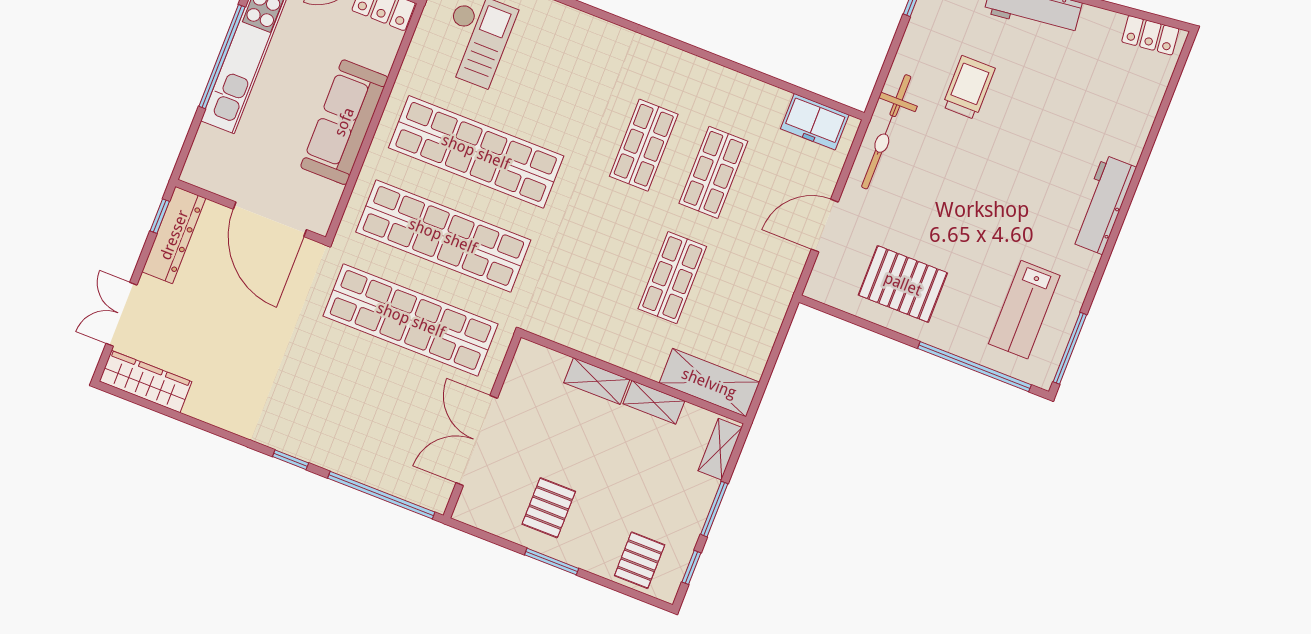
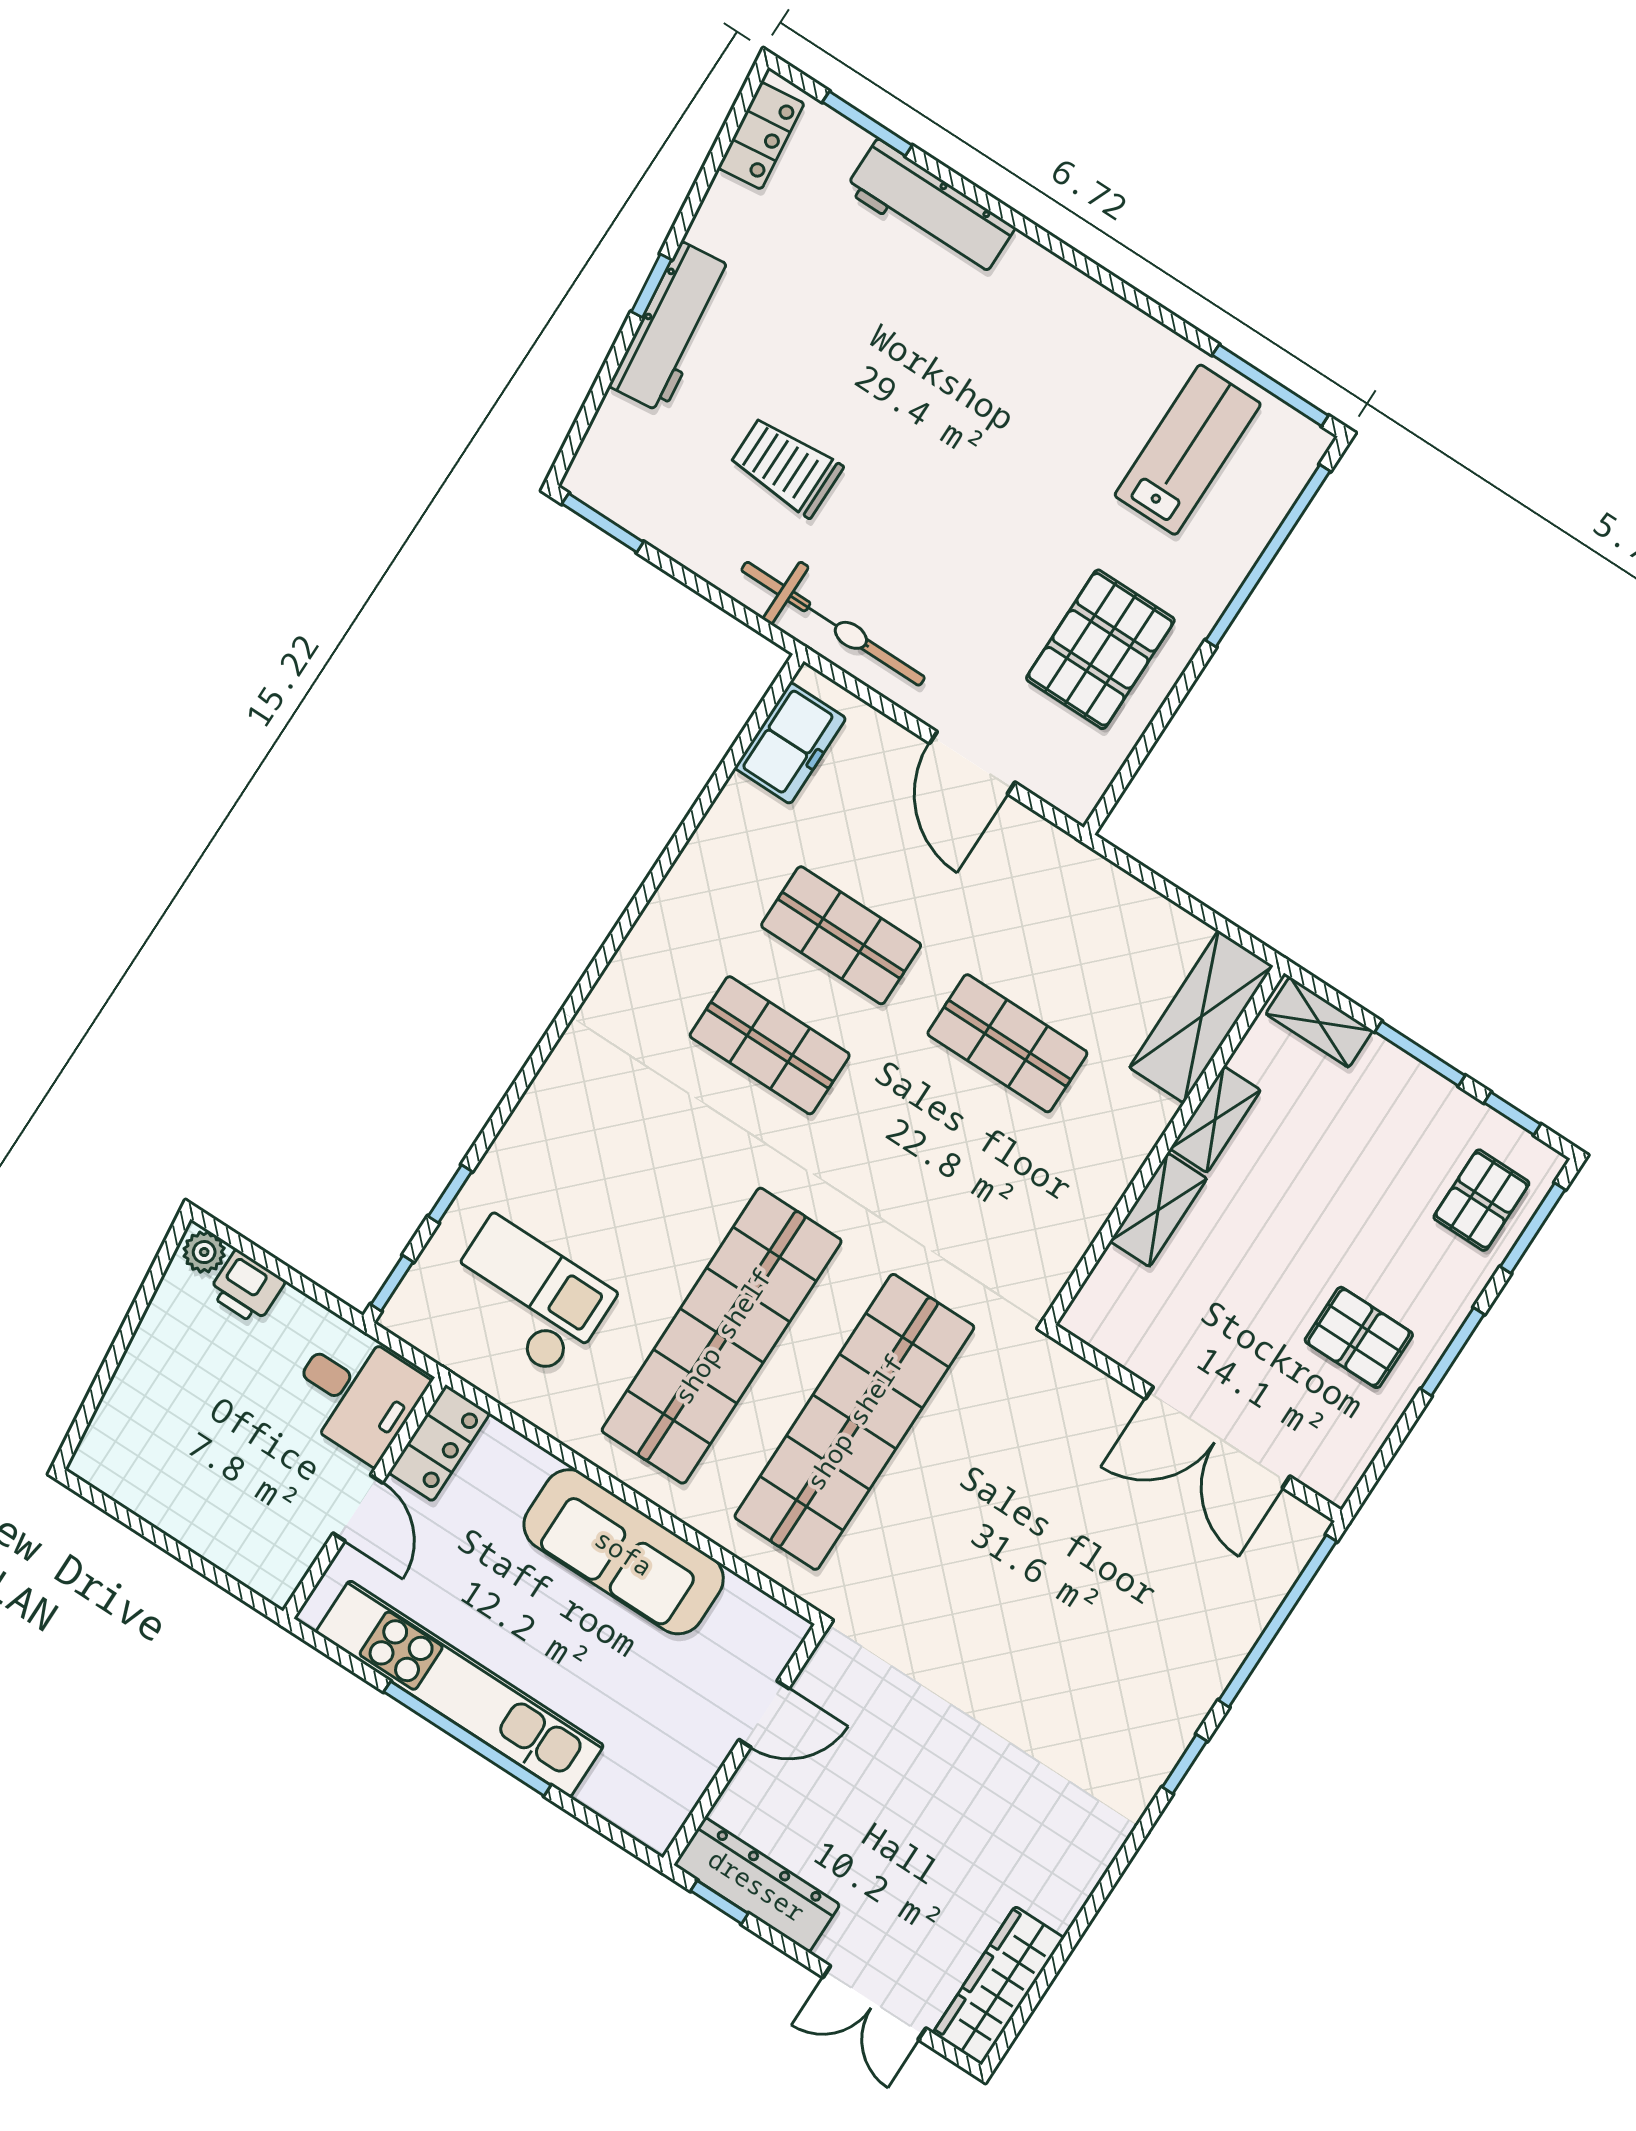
window: (1169, 93) -> (867, 124), added
workbench: (1103, 205) -> (930, 209), moved
door: (270, 219) -> (764, 1714), width x0.53
lab bench: (1024, 310) -> (1188, 450), turned -90
shop shelf: (411, 320) -> (987, 1508), removed
pallet: (640, 560) -> (1481, 1200), turned 90
window: (630, 592) -> (1533, 1228), added

